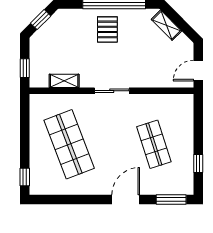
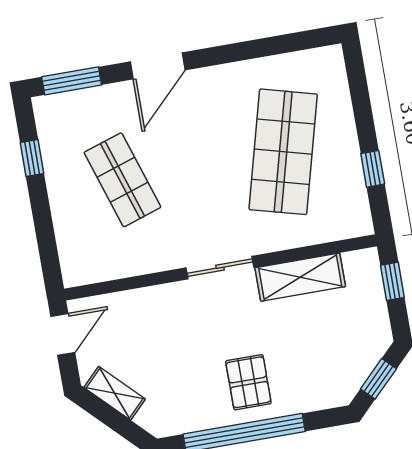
shelving: (166, 25) -> (115, 393), moved
shelving: (64, 81) -> (300, 277), width x1.50, depth x1.33
shop shelf: (69, 144) -> (283, 152), turned 36
window: (25, 177) -> (373, 169), moved

